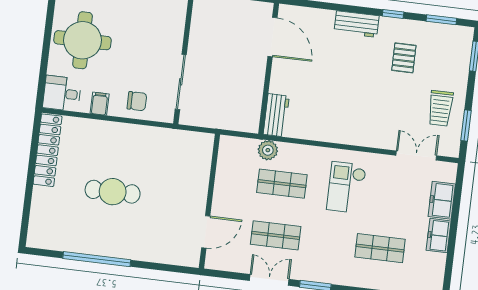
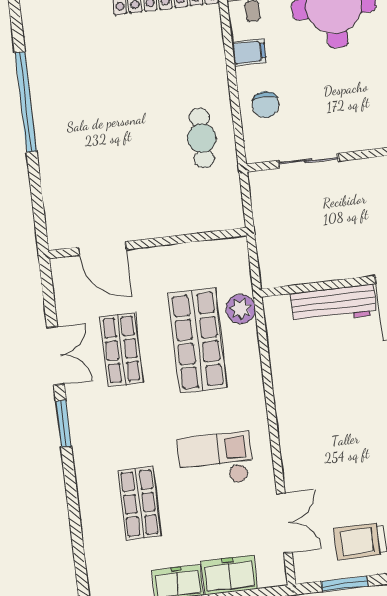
sliding door: (181, 82) -> (308, 161), width x0.73
workbench: (276, 115) -> (334, 304), moved, width x1.38
shop shelf: (282, 184) -> (198, 341), width x1.43, depth x1.36
checkout: (346, 187) -> (216, 460), moved
cafe table: (113, 192) -> (202, 138), moved, width x0.73, depth x0.74

